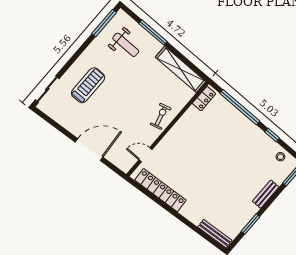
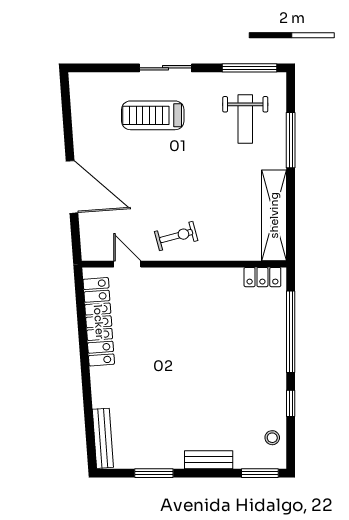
treadmill: (88, 85) -> (153, 115), turned 180
sliding door: (47, 89) -> (166, 68), moved
exercise bike: (161, 116) -> (176, 236), moved

